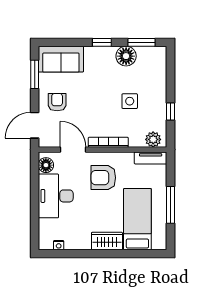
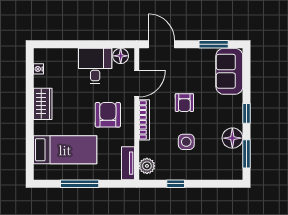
armchair: (57, 102) -> (184, 103), moved, turned 90
desk: (56, 196) -> (95, 66), width x0.73
wardrobe: (107, 241) -> (43, 104), moved

